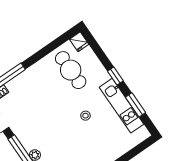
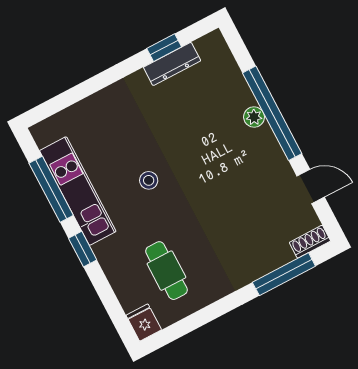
cafe table: (71, 70) -> (166, 271), width x0.73, depth x0.74
window: (135, 105) -> (51, 189), width x1.44

